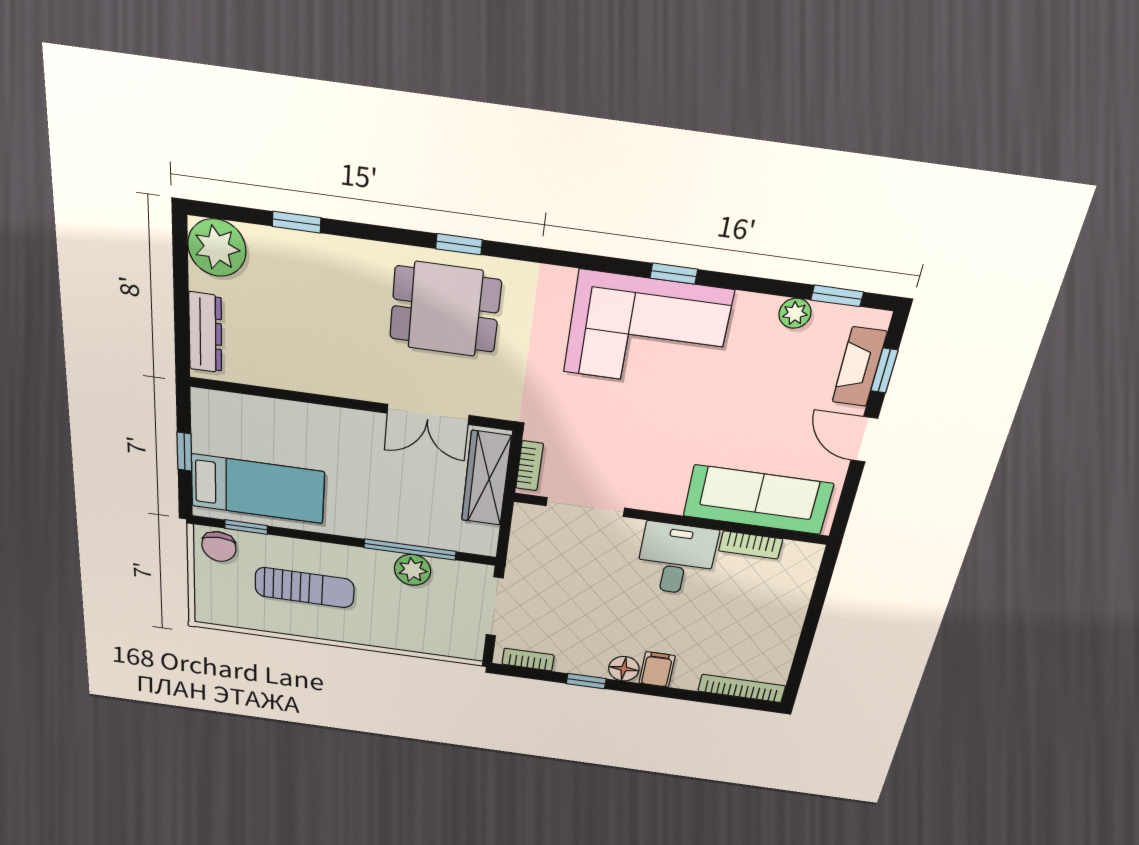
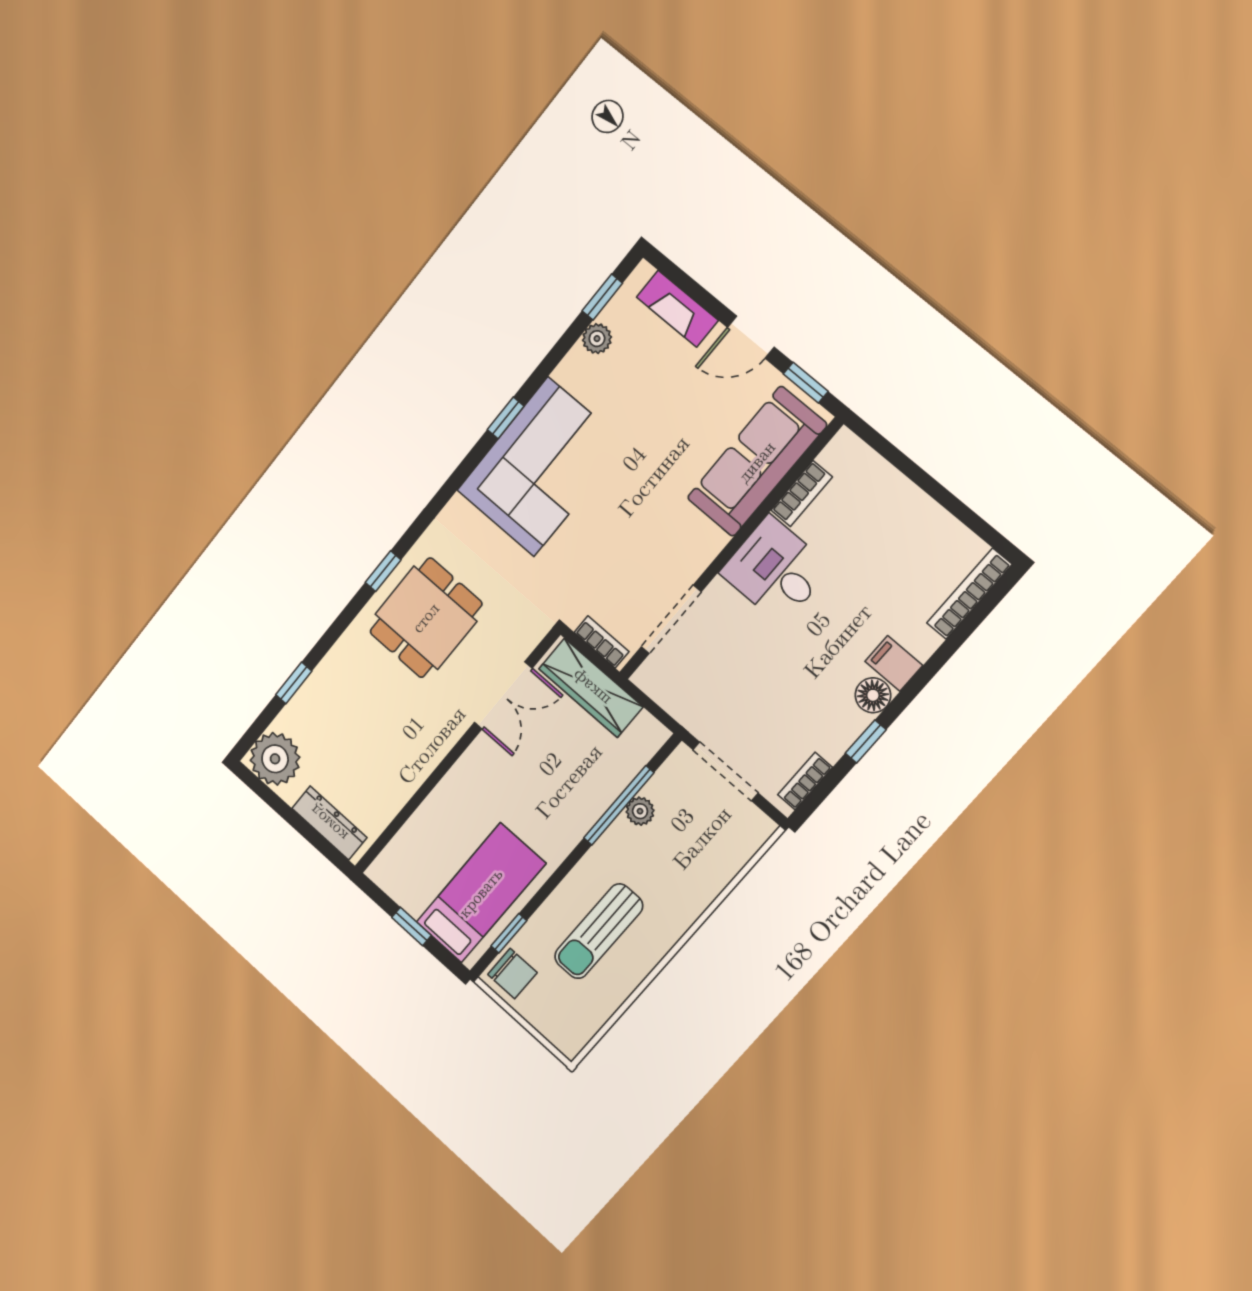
window: (884, 371) -> (806, 383), moved
plant: (413, 570) -> (640, 811), width x0.73, depth x0.73
sun lounger: (305, 588) -> (599, 931), turned 180

